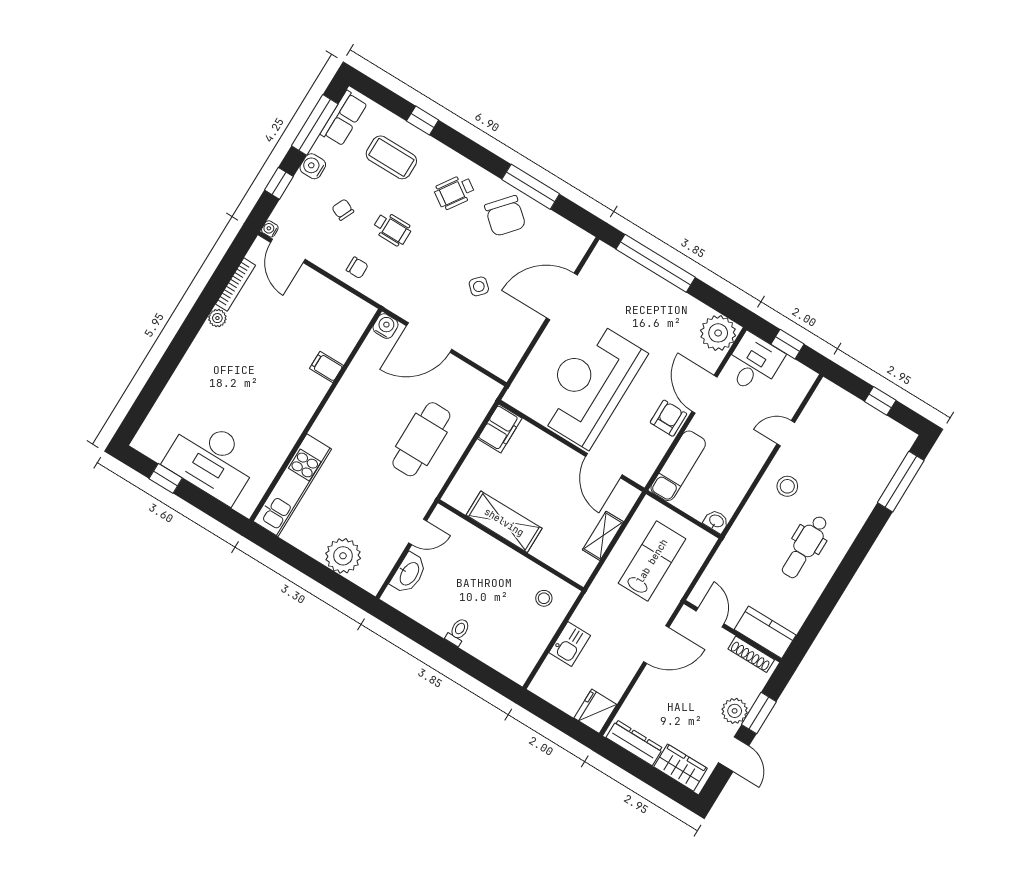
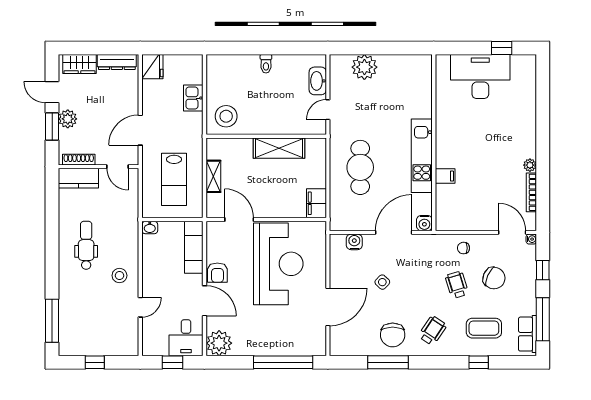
water cooler: (313, 166) -> (354, 242), moved, turned -90
chair: (343, 210) -> (494, 278), width x1.87, depth x1.87
chair: (505, 216) -> (393, 335), turned -131
wheelchair: (392, 229) -> (457, 285), turned 73
kitchen unit: (292, 485) -> (422, 156), moved
stool: (544, 598) -> (226, 116), width x1.89, depth x1.89

